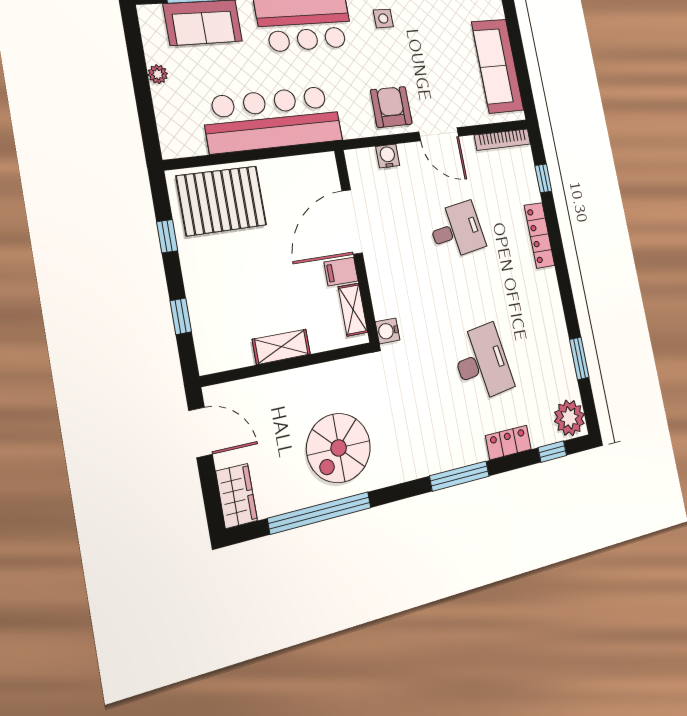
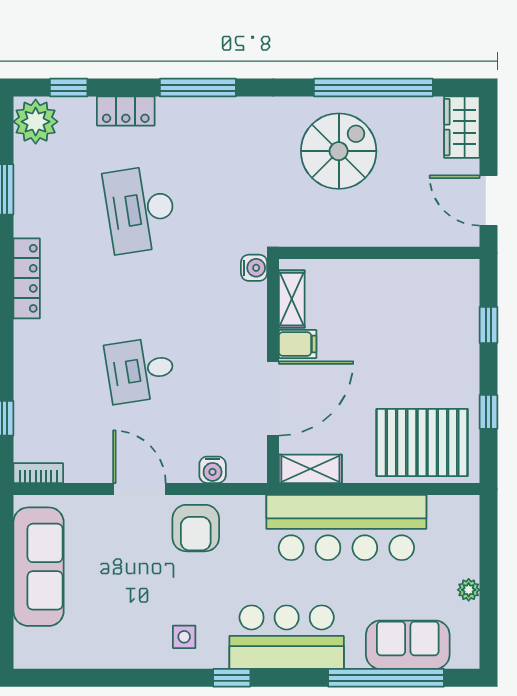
bookcase: (503, 140) -> (38, 473), width x0.64
locker: (539, 235) -> (27, 278), moved
shelving: (281, 347) -> (310, 469), moved

